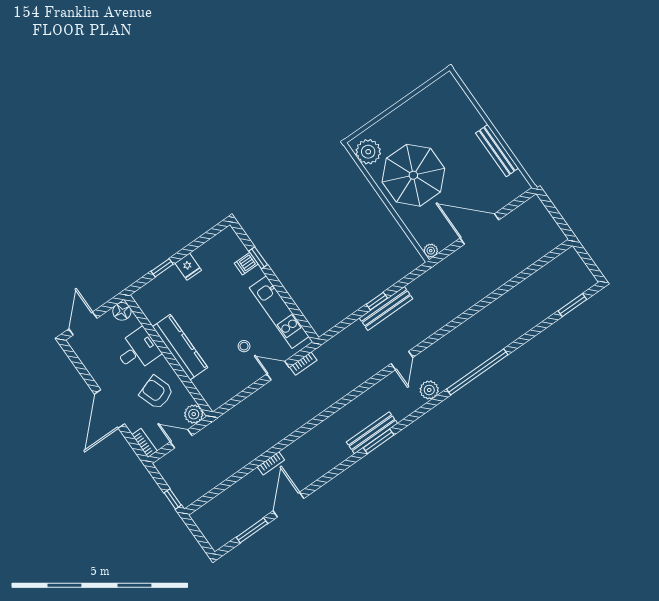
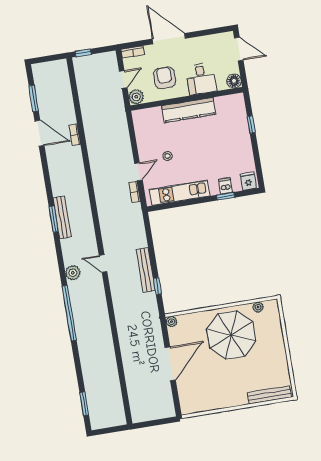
bench: (497, 151) -> (269, 395), moved
plant: (368, 152) -> (258, 307), width x0.53, depth x0.53
fridge: (188, 267) -> (248, 181), moved, turned 90
window: (377, 301) -> (157, 286), moved
armchair: (156, 392) -> (165, 78), turned -71

